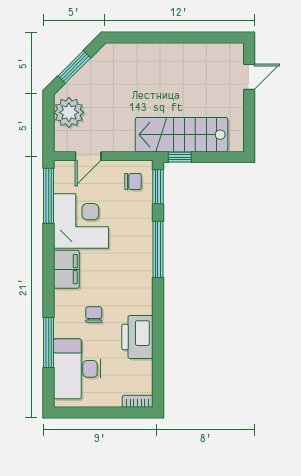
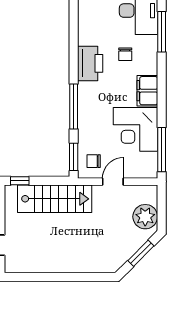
door: (88, 156) -> (113, 182), moved
window: (180, 157) -> (20, 181), moved
printer: (137, 337) -> (90, 63), moved

